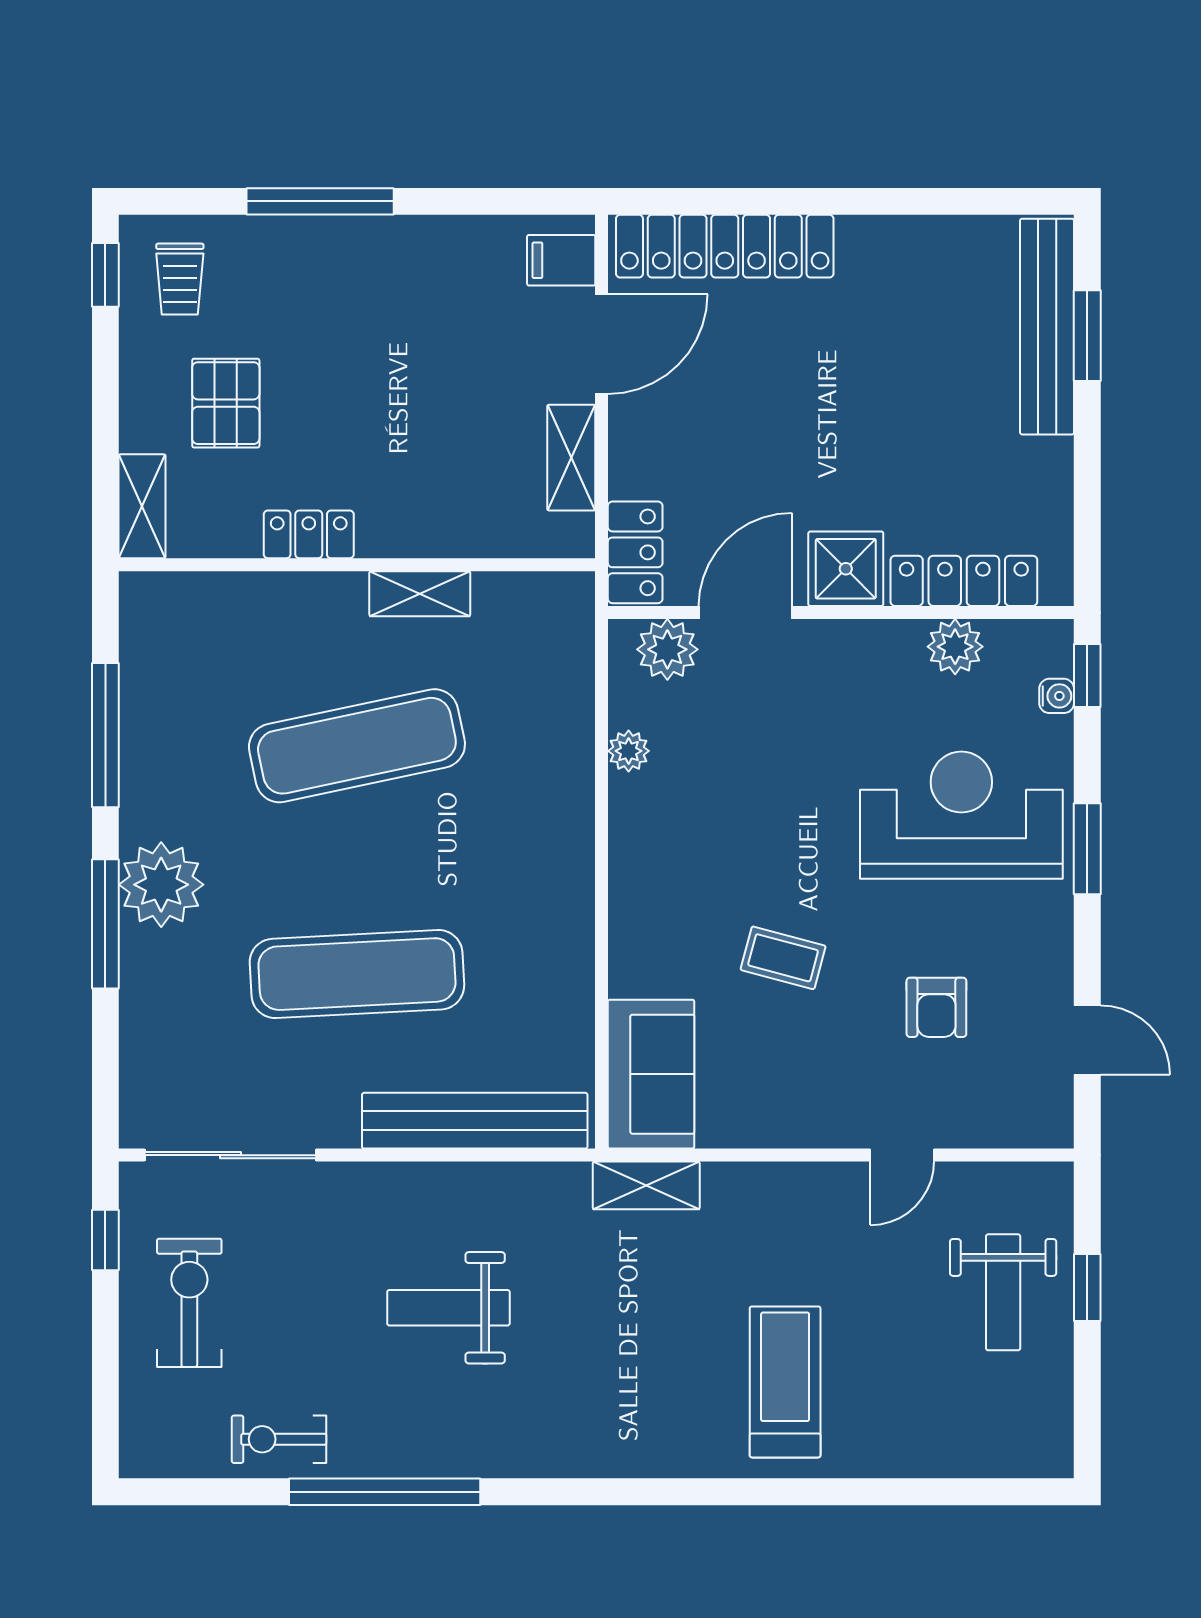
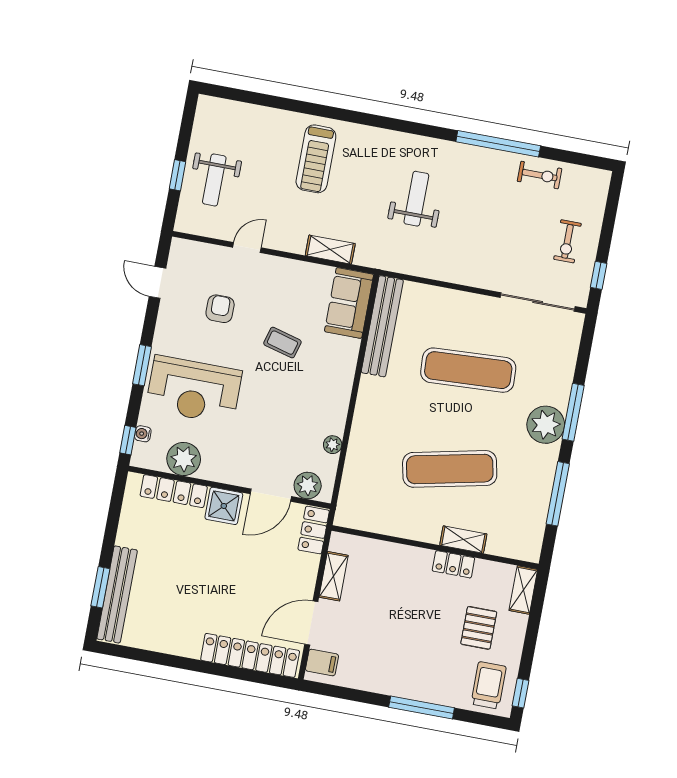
trolley: (180, 279) -> (489, 685), width x1.36, depth x1.39
shelving: (420, 594) -> (463, 540), moved
plant: (955, 647) -> (184, 459), width x1.36, depth x1.36
bench: (475, 1121) -> (382, 326), moved, turned 90
shelving: (646, 1185) -> (330, 250), moved
weight bench: (1003, 1292) -> (214, 180), turned 180
exercise bike: (189, 1303) -> (567, 241), width x0.73, depth x0.72
weight bench: (448, 1308) -> (416, 199), moved, turned -90

